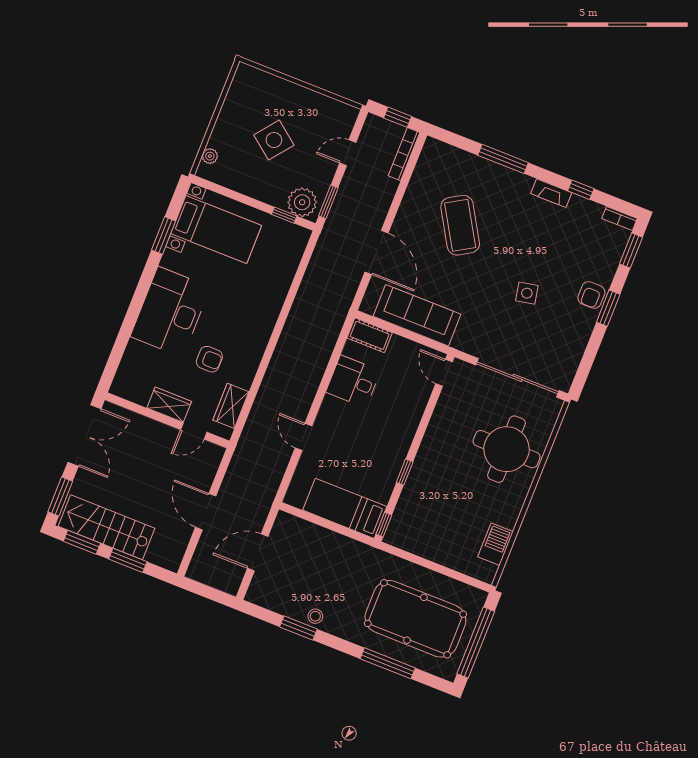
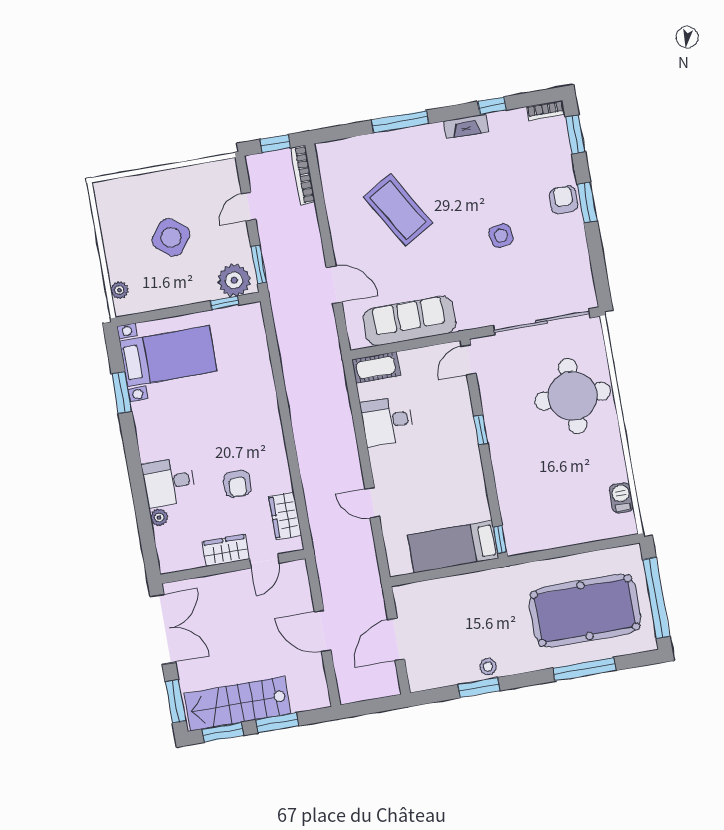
door: (377, 252) -> (334, 285), width x0.73
armchair: (591, 295) -> (564, 200), turned 180
desk: (170, 312) -> (169, 482), width x0.53, depth x0.77
plant: (134, 348) -> (159, 517), added
armchair: (209, 359) -> (237, 484), turned 90
door: (444, 373) -> (469, 360), hinge flipped
window: (405, 472) -> (481, 430), moved
barbecue: (495, 544) -> (621, 498), width x0.73, depth x0.79

